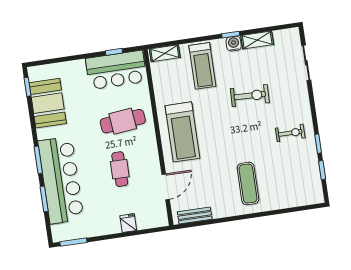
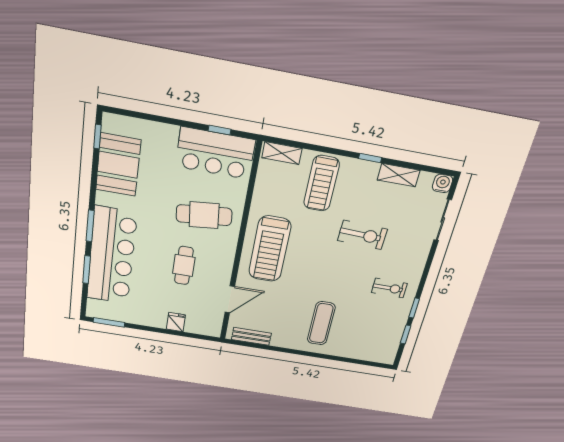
water cooler: (234, 44) -> (442, 183), moved

